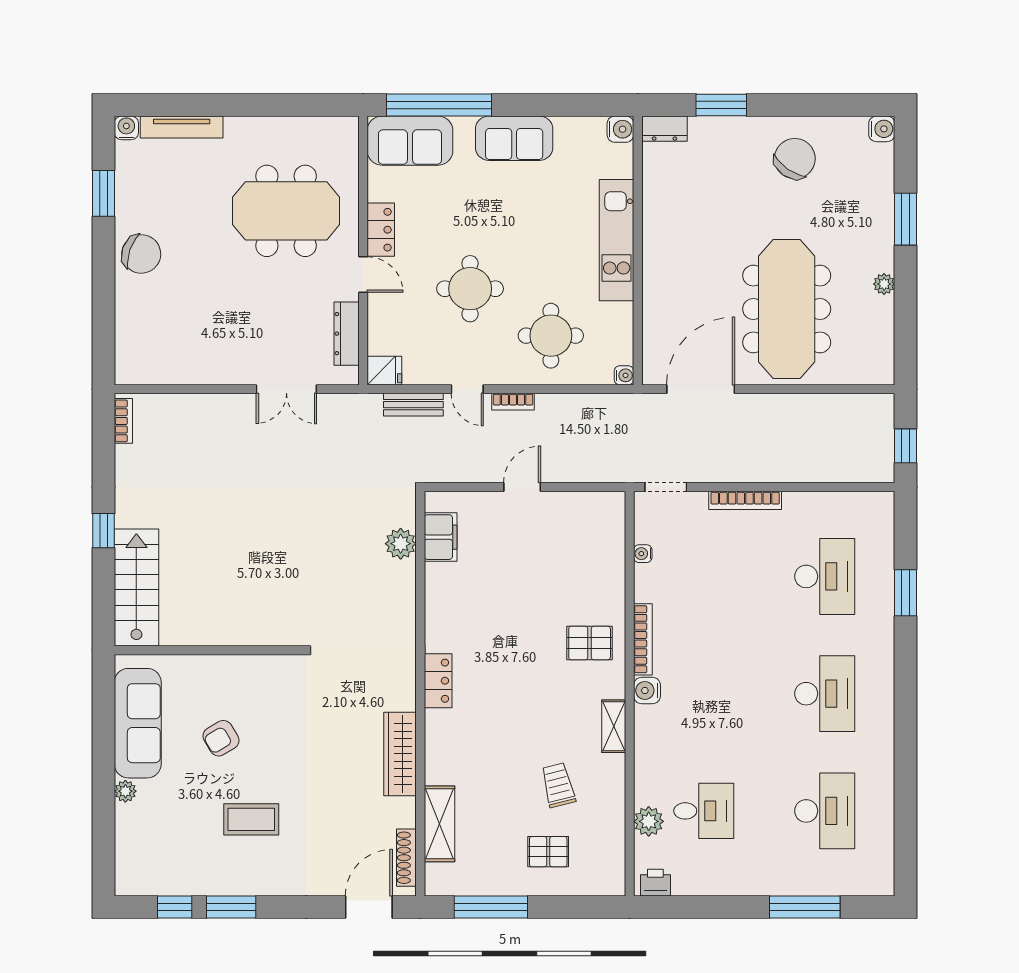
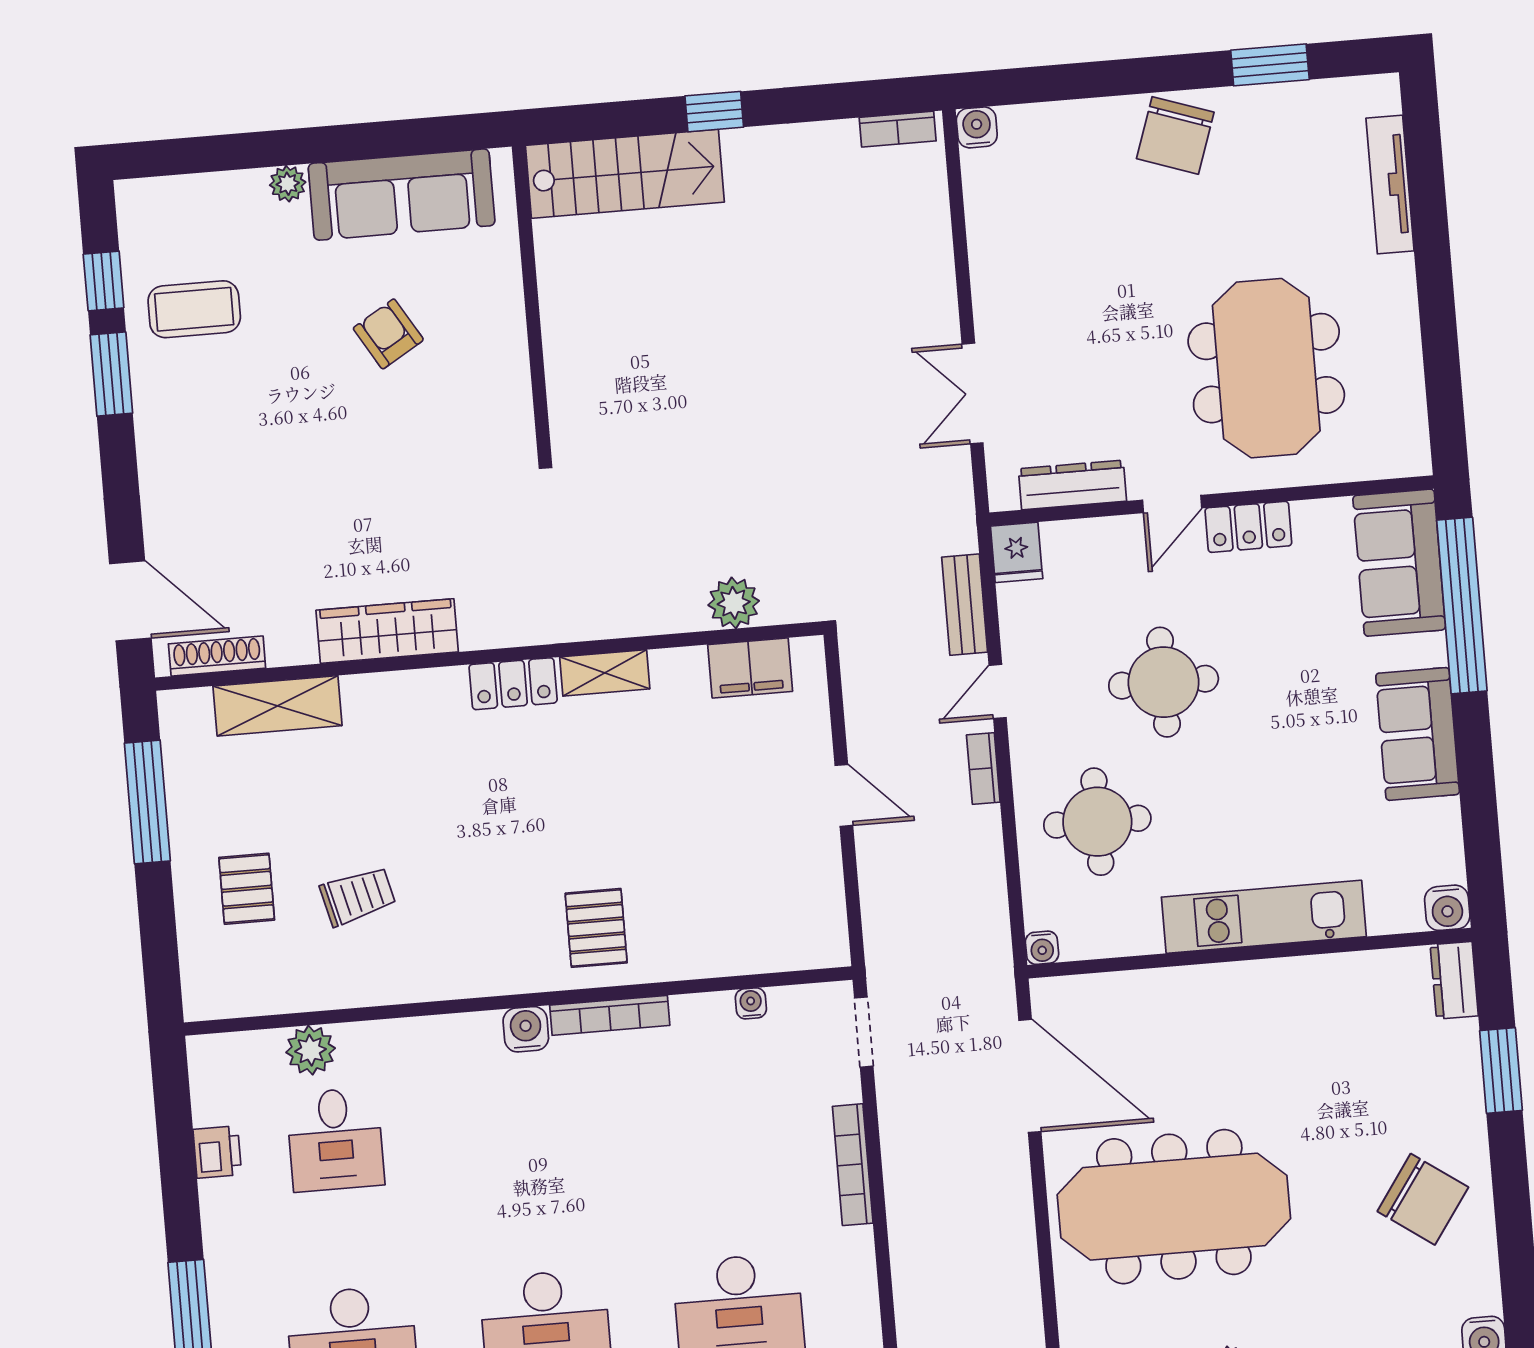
water cooler: (126, 128) -> (977, 127), moved, turned -90
shelving: (614, 726) -> (605, 673), moved
coffee table: (251, 819) -> (194, 309), moved, turned 90
printer: (655, 883) -> (217, 1152), moved

